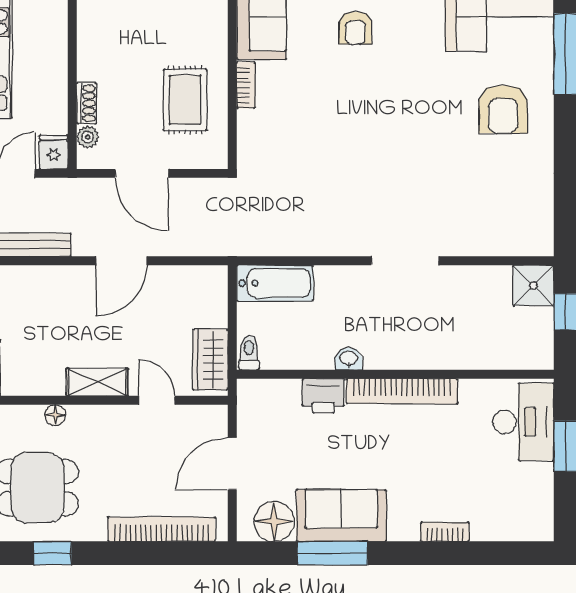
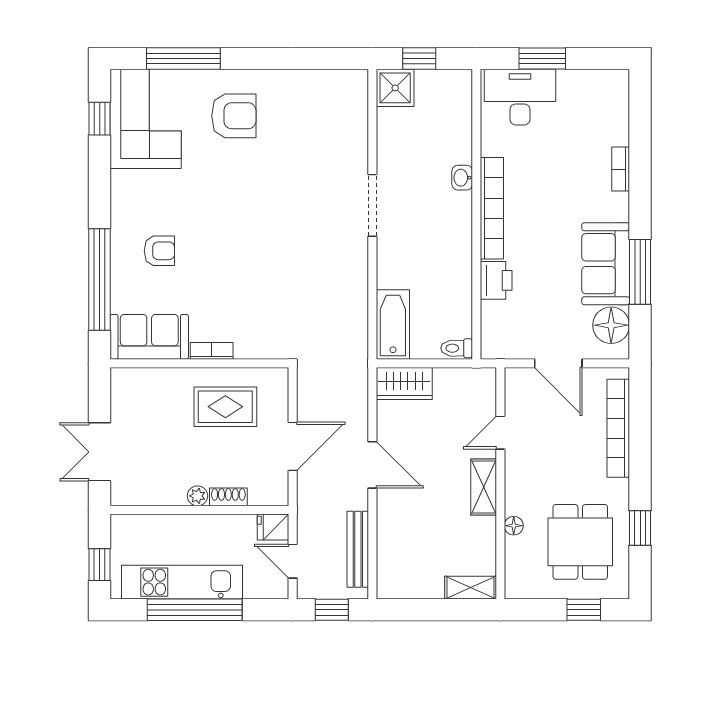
plant: (88, 137) -> (197, 496), moved
washbasin: (349, 359) -> (462, 178), moved
wardrobe: (210, 360) -> (404, 384), moved

